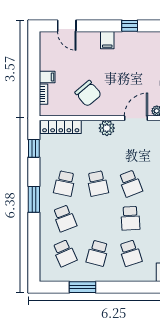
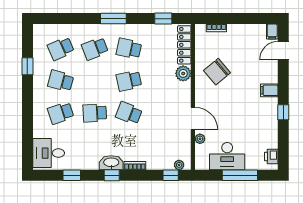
filing cabinet: (47, 77) -> (272, 31), moved
plant: (107, 128) -> (183, 73), moved
school desk: (130, 183) -> (129, 113), turned 42
window: (83, 287) -> (27, 66), width x0.67

